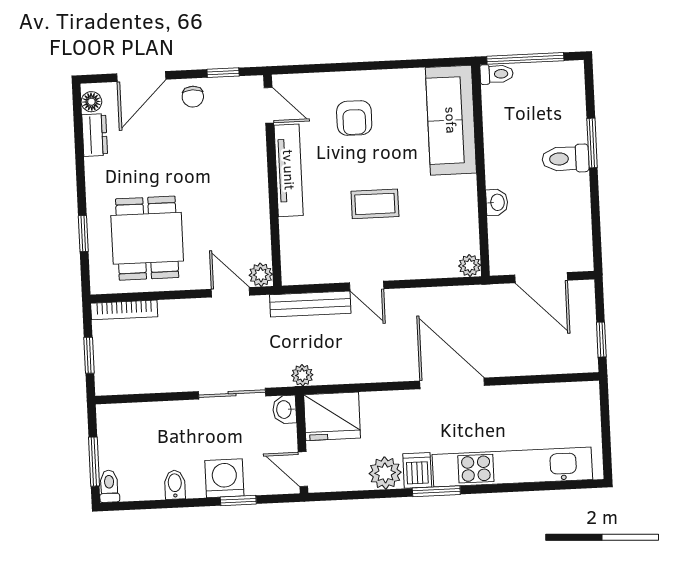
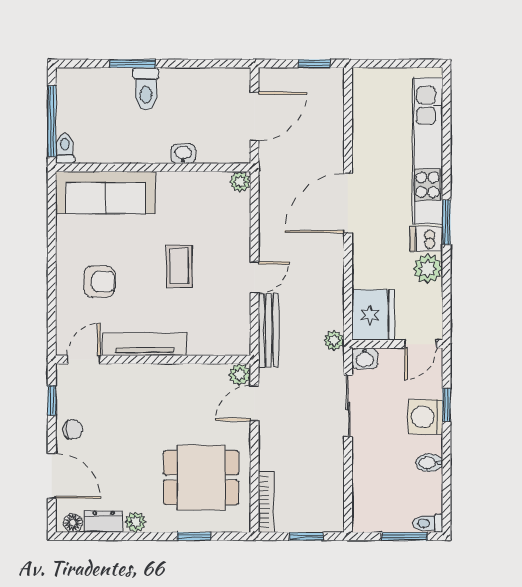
plant: (96, 169) -> (135, 522), added

